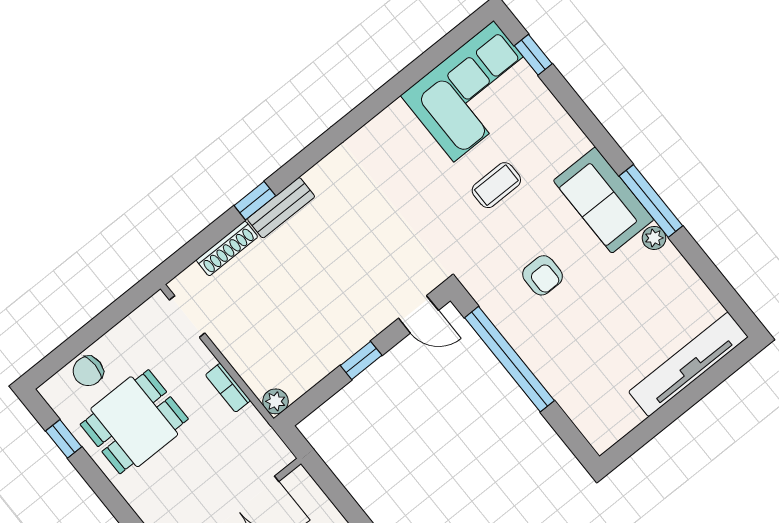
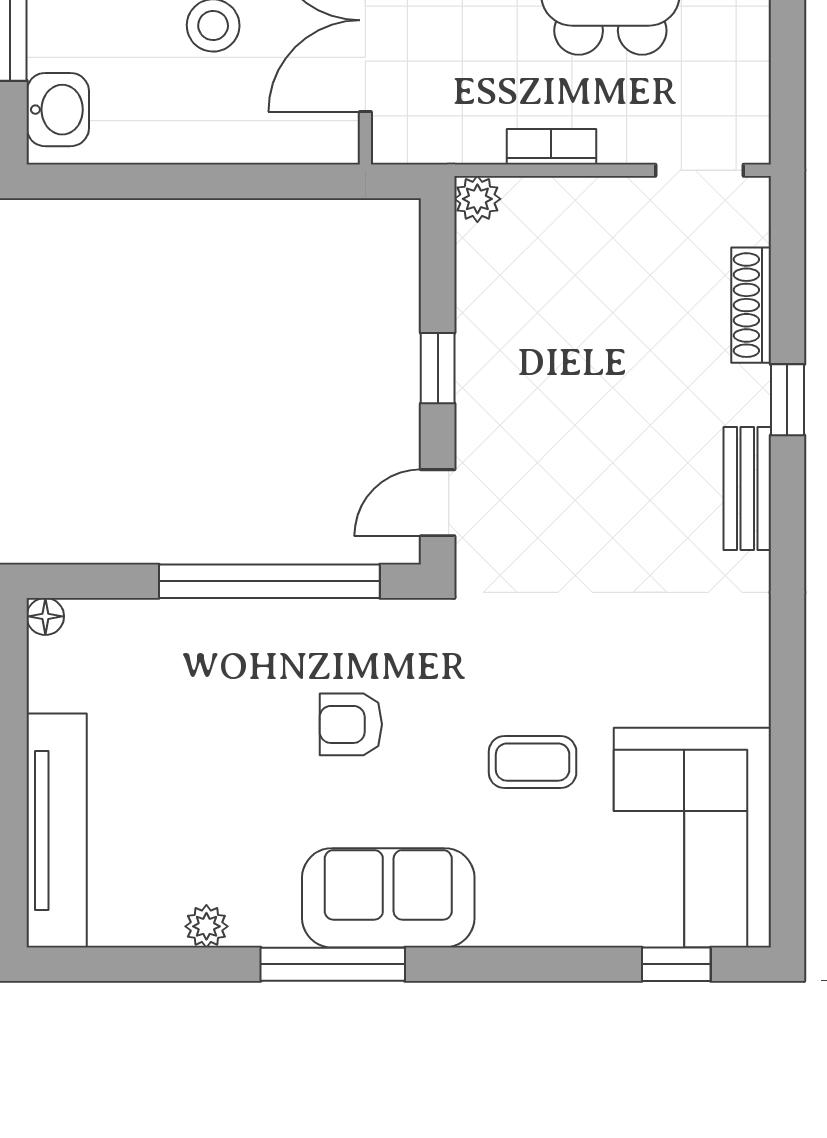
coffee table: (496, 185) -> (533, 762), turned 90
bench: (281, 208) -> (747, 489), moved
plant: (654, 238) -> (206, 926), moved
floor lamp: (601, 442) -> (45, 616), added

